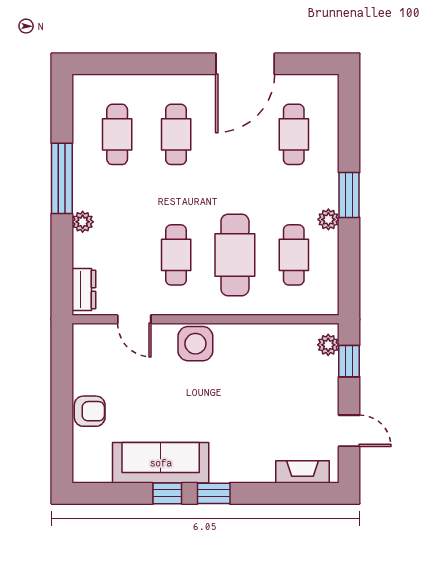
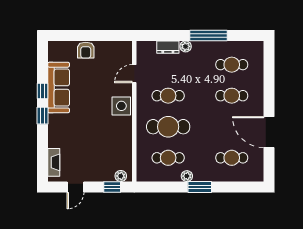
dresser: (84, 289) -> (168, 47), moved

